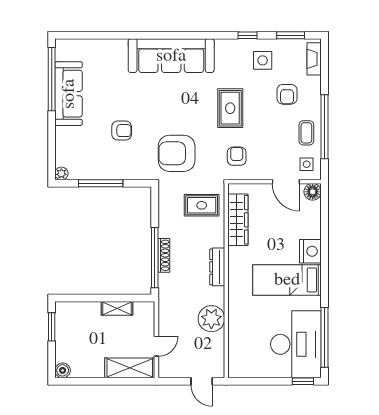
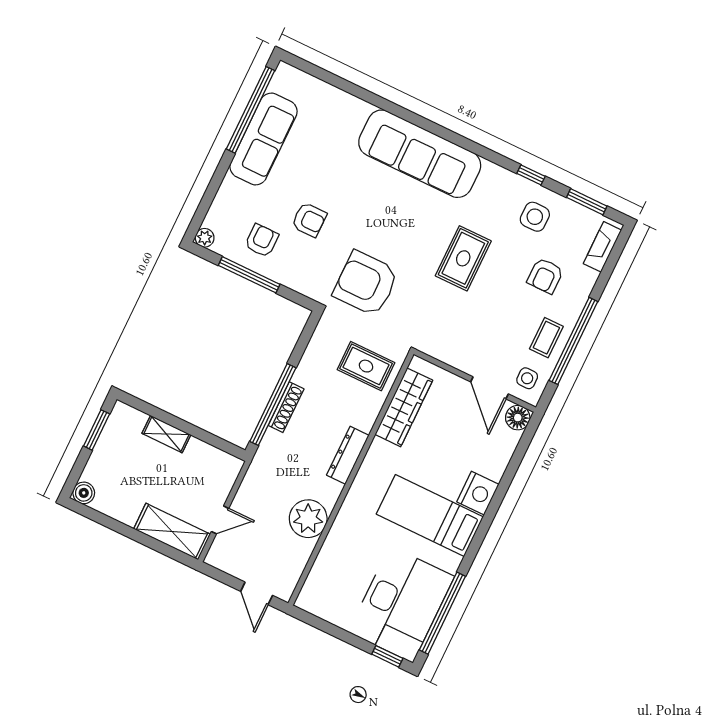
armchair: (237, 156) -> (262, 241), moved
shelving: (117, 308) -> (166, 434), moved

